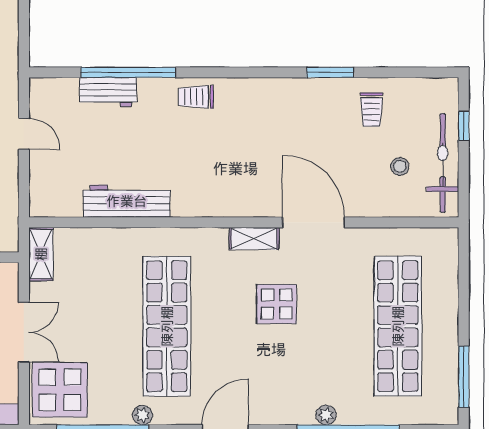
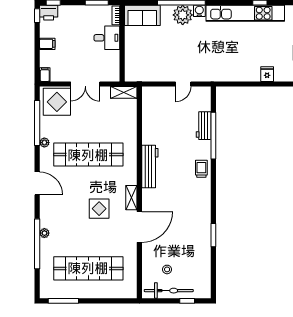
trolley: (372, 110) -> (195, 255), removed
workbench: (127, 201) -> (150, 166), moved

